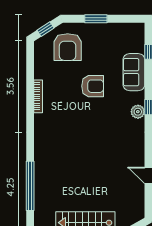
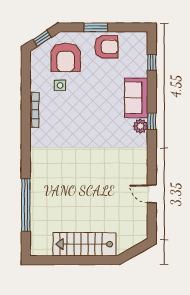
sofa: (134, 72) -> (136, 98), moved
side table: (62, 73) -> (60, 85), added
armchair: (93, 86) -> (106, 47), moved

